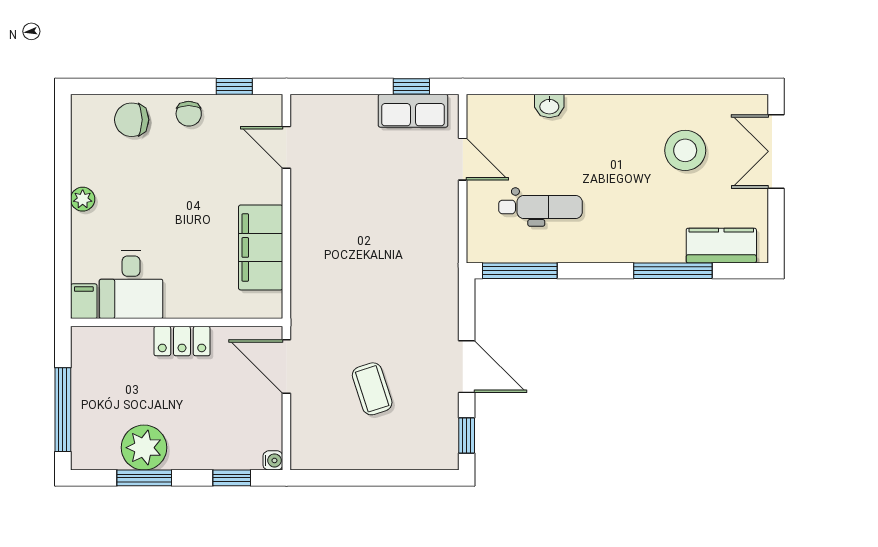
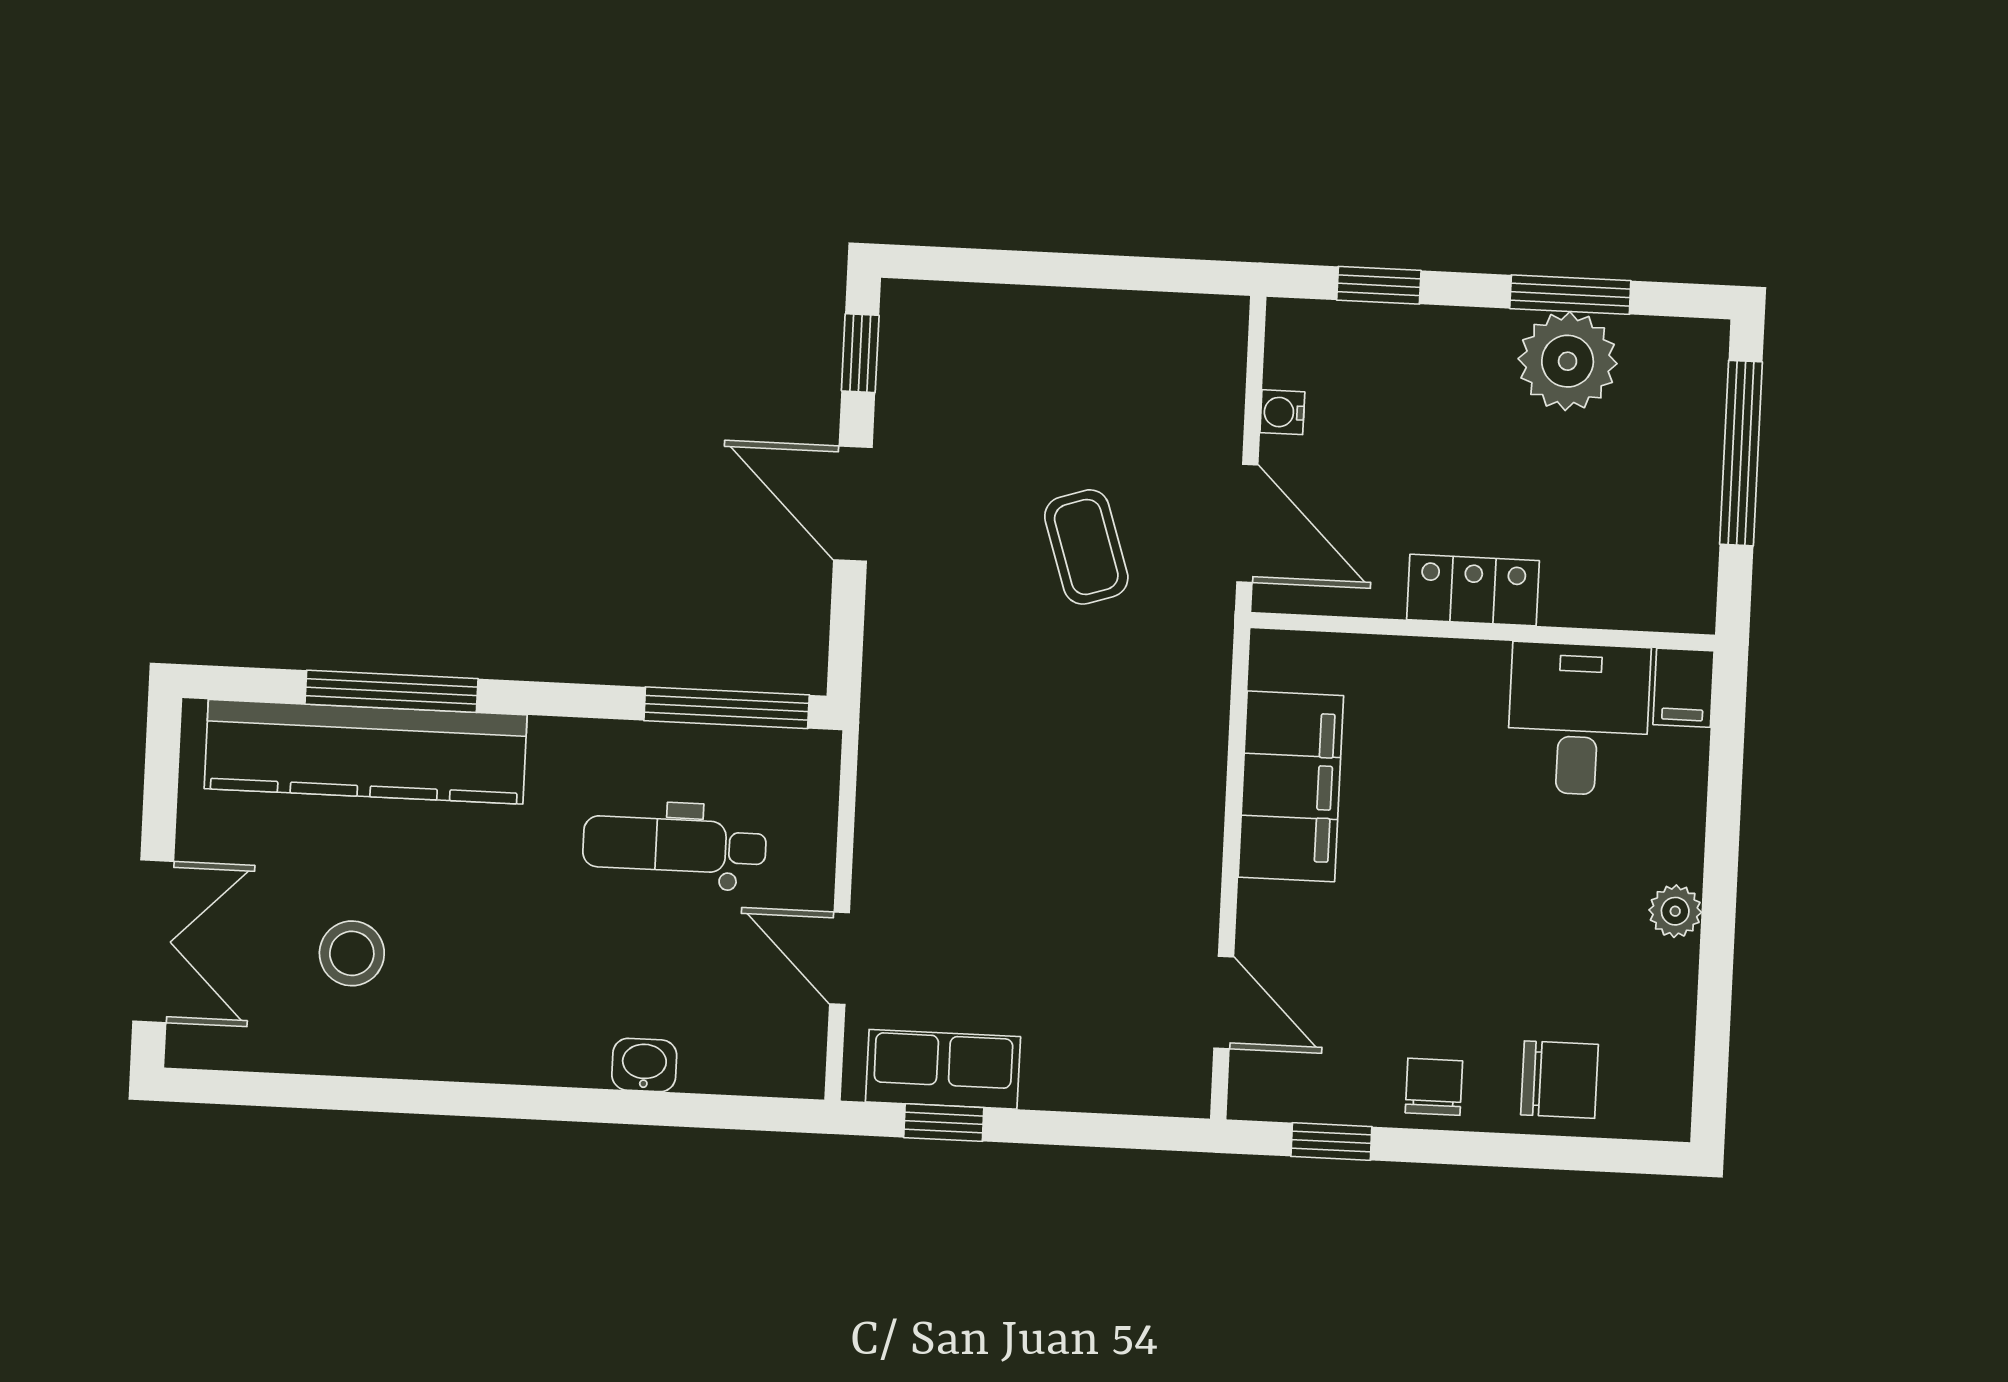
stool: (685, 150) -> (352, 953), width x0.73, depth x0.73
kitchen counter: (721, 246) -> (366, 752), width x2.08, depth x1.17
coffee table: (372, 389) -> (1086, 547), moved
water cooler: (273, 460) -> (1282, 412), moved

